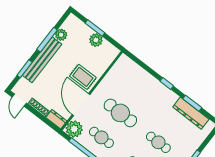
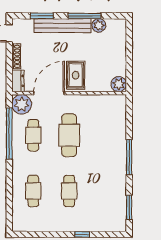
window: (95, 28) -> (129, 52), removed
plant: (96, 40) -> (119, 84), moved
window: (167, 84) -> (129, 157), width x2.17
window: (192, 103) -> (129, 207), moved
dresser: (191, 113) -> (119, 200), removed

